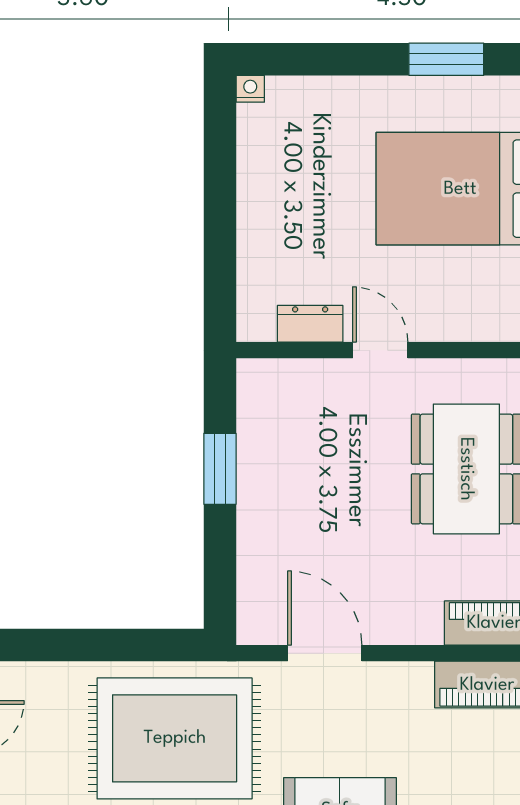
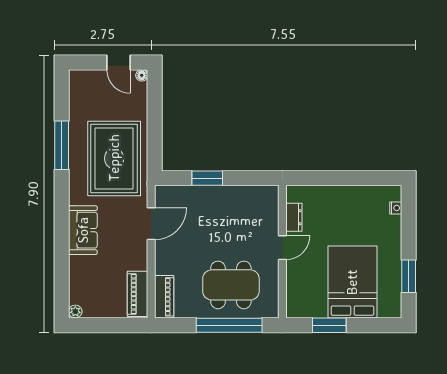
nightstand: (250, 89) -> (396, 208), moved
window: (220, 469) -> (207, 178), moved

